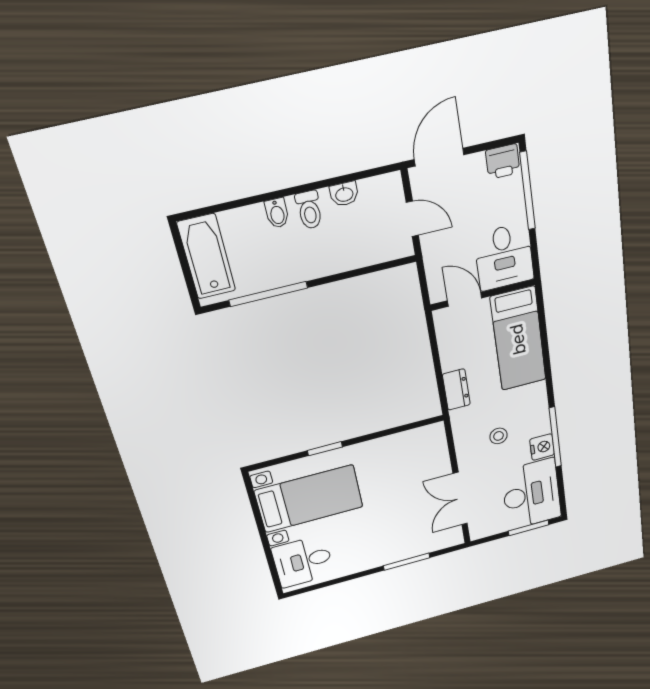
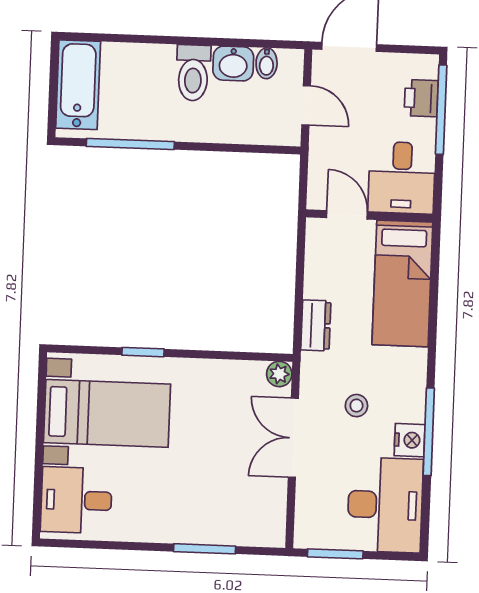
printer: (503, 162) -> (421, 98), moved, turned 90
washbasin: (344, 194) -> (233, 64), width x1.38, depth x1.45
toilet: (309, 210) -> (193, 73), width x1.37, depth x1.39
bidet: (277, 213) -> (267, 63), moved
plant: (435, 432) -> (279, 374), added
double door: (460, 499) -> (293, 438), moved
window: (529, 528) -> (335, 554), moved

